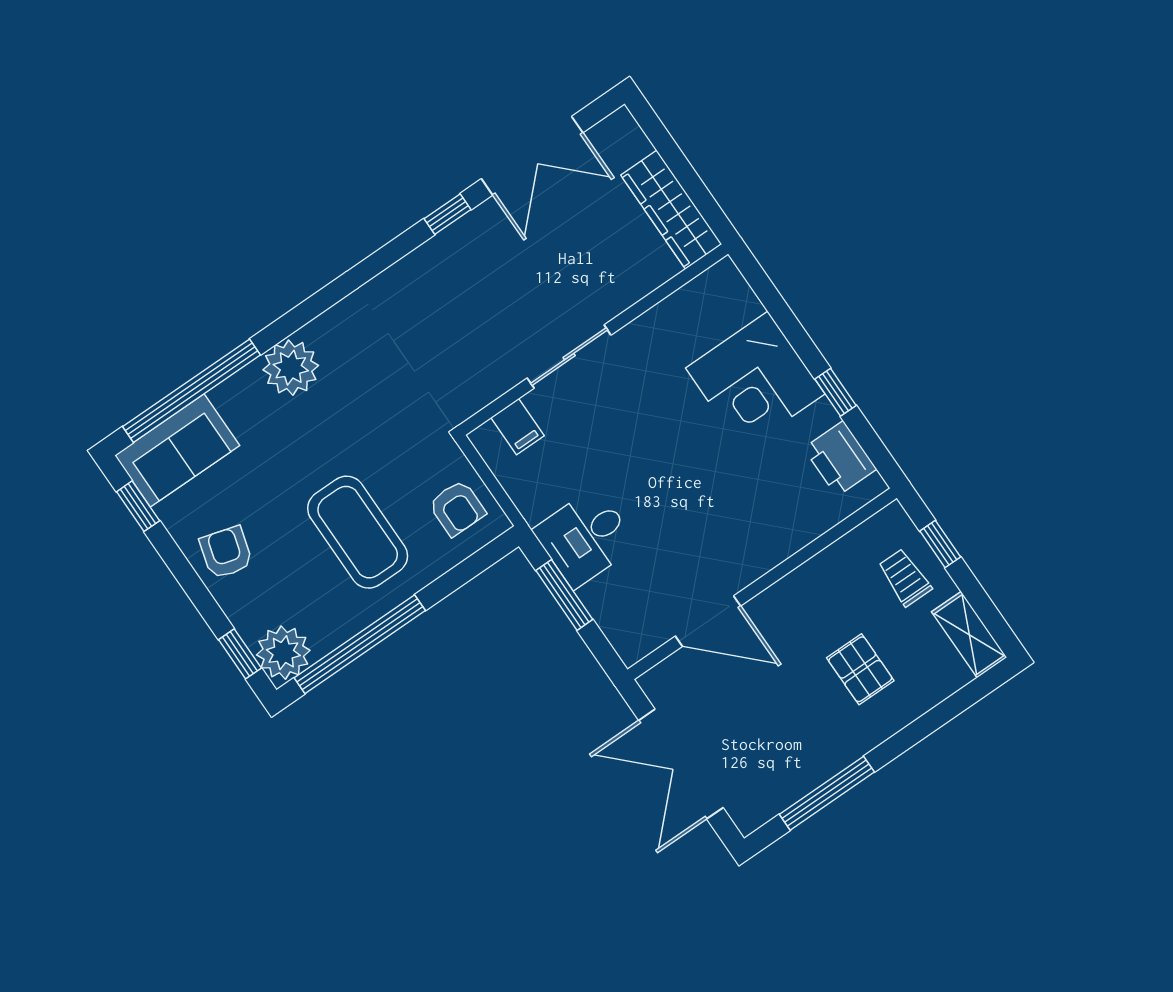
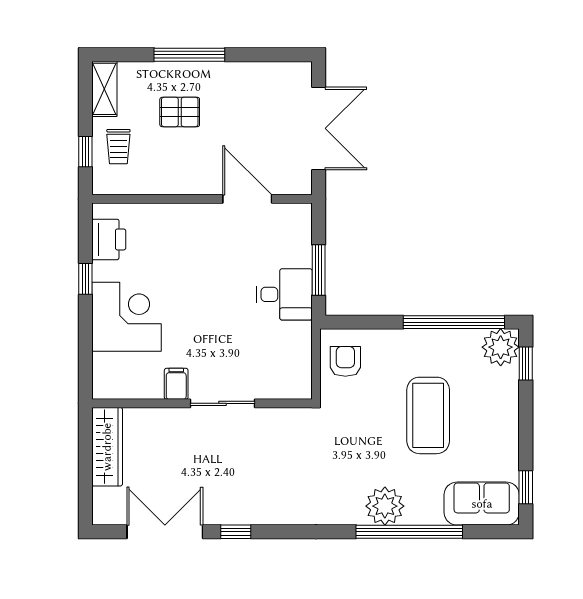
window: (192, 391) -> (409, 532), moved
filing cabinet: (518, 427) -> (176, 384), moved
coffee table: (358, 532) -> (428, 415), moved
armchair: (226, 552) -> (494, 426), removed
pallet: (860, 669) -> (180, 112), turned 90
window: (827, 793) -> (189, 55), moved

